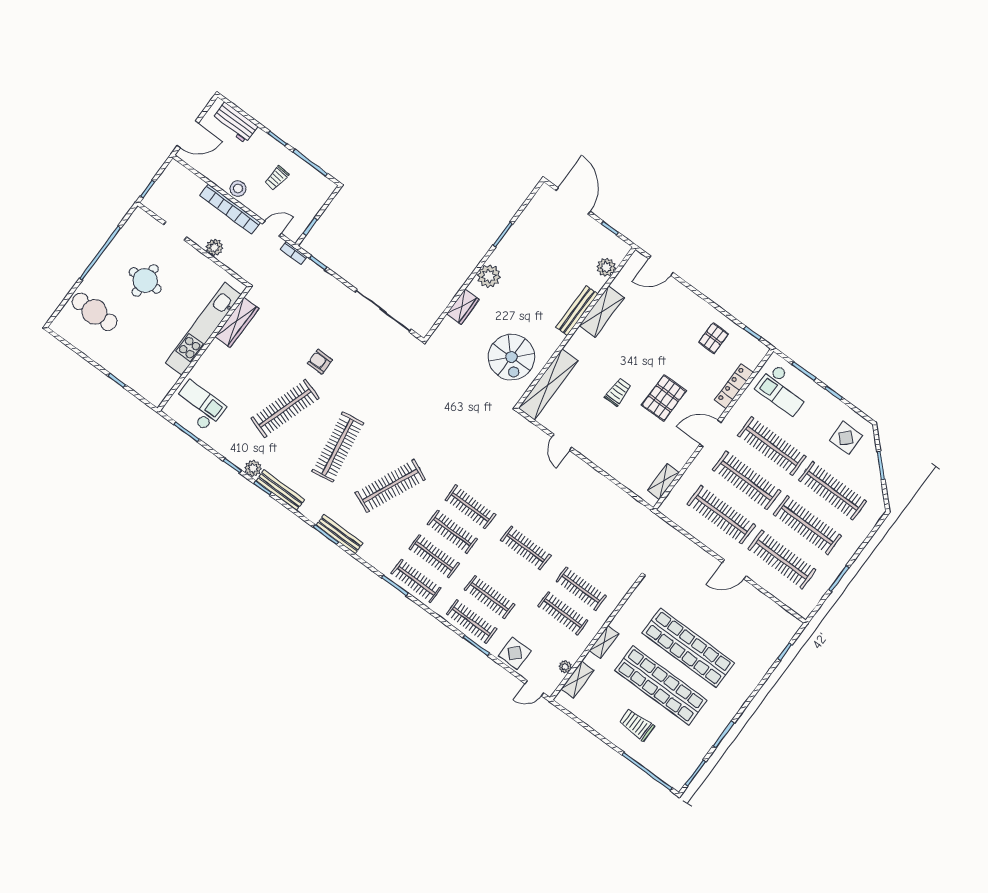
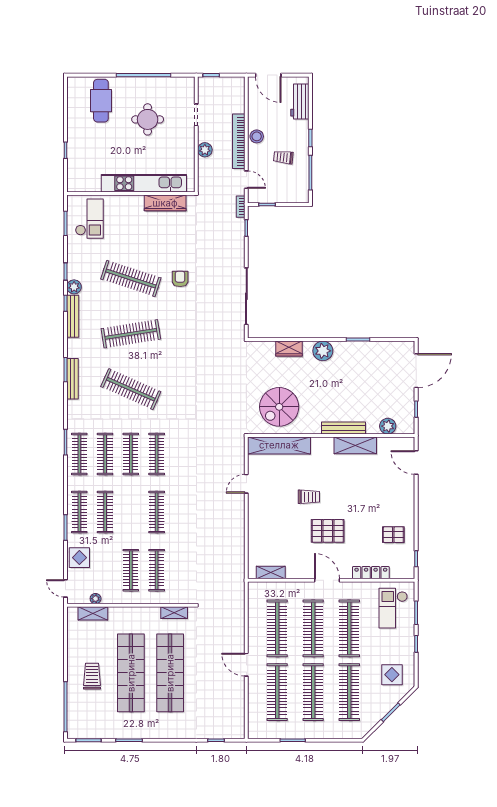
shelving: (604, 642) -> (174, 613), moved

